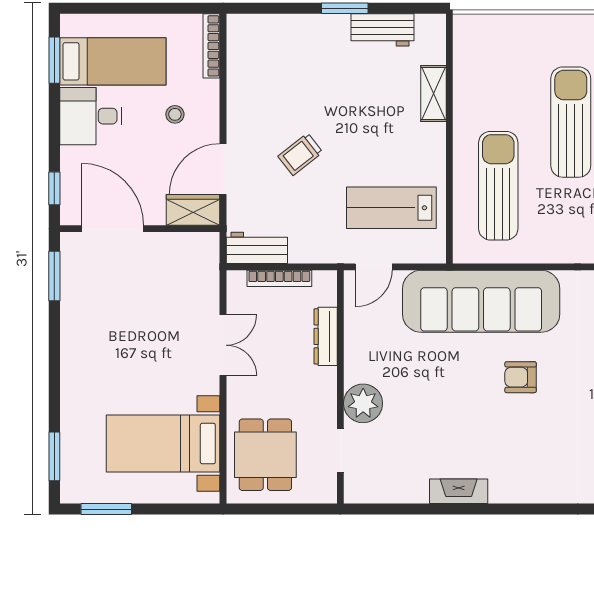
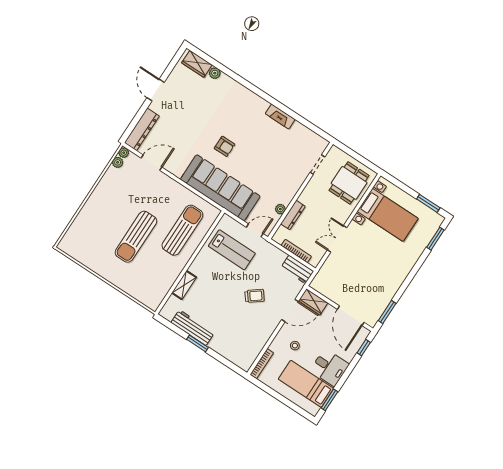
workbench: (383, 30) -> (193, 328), width x1.38
sun lounger: (498, 186) -> (182, 230), turned 180
plant: (363, 403) -> (280, 209), moved, width x0.53, depth x0.53

